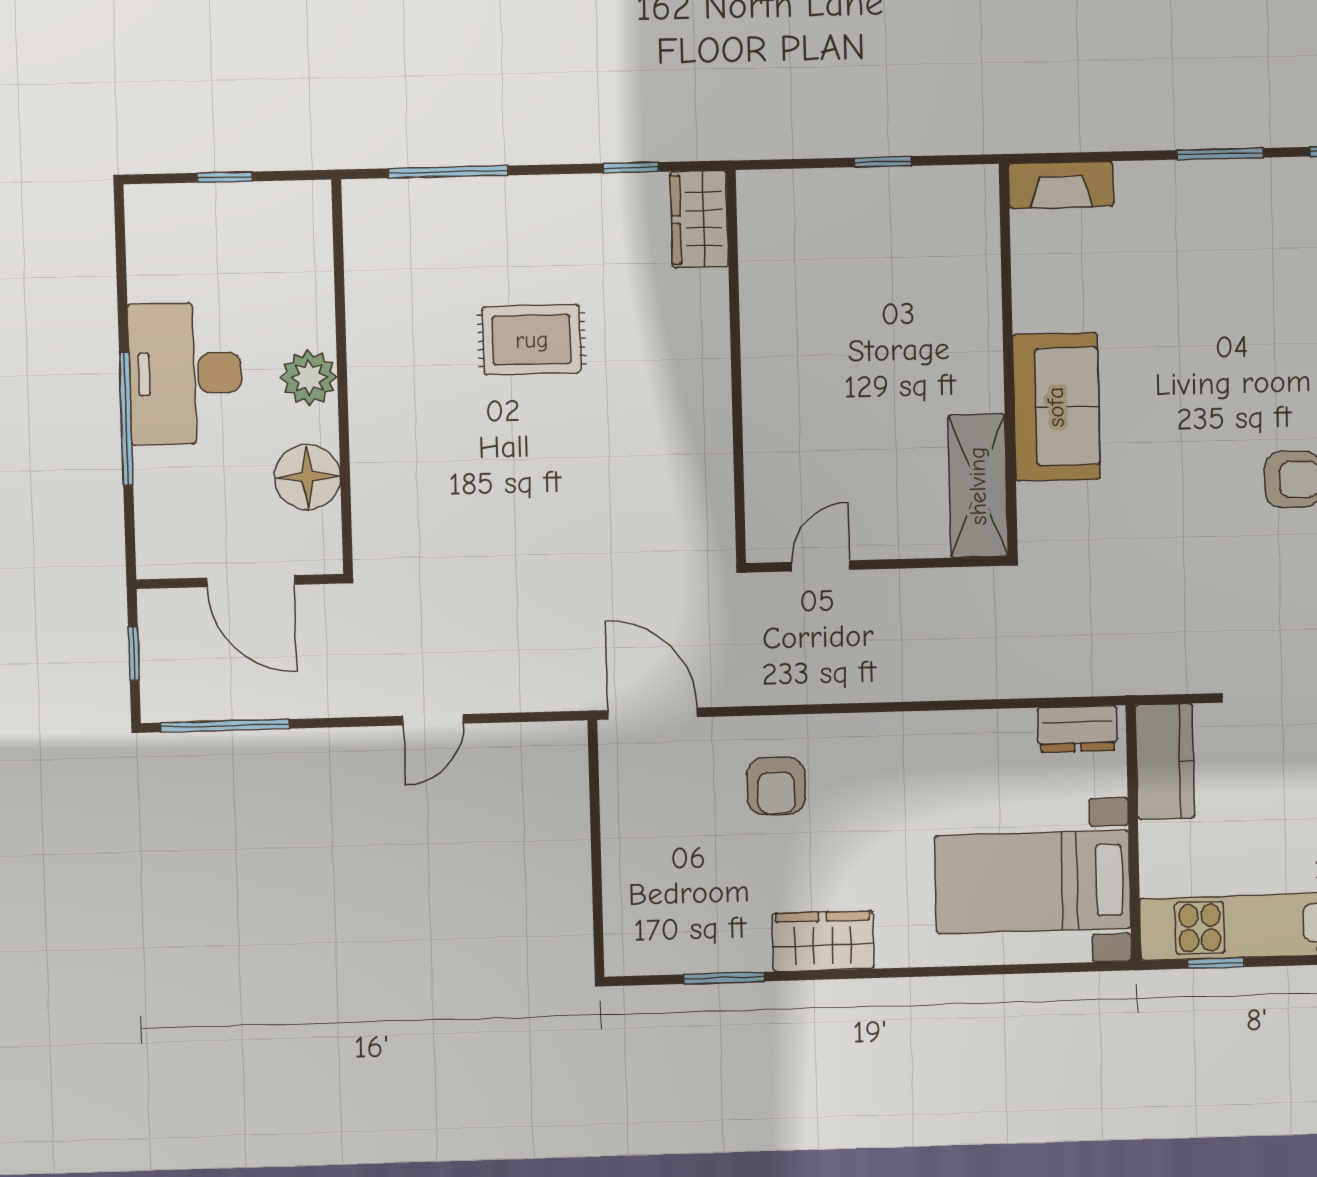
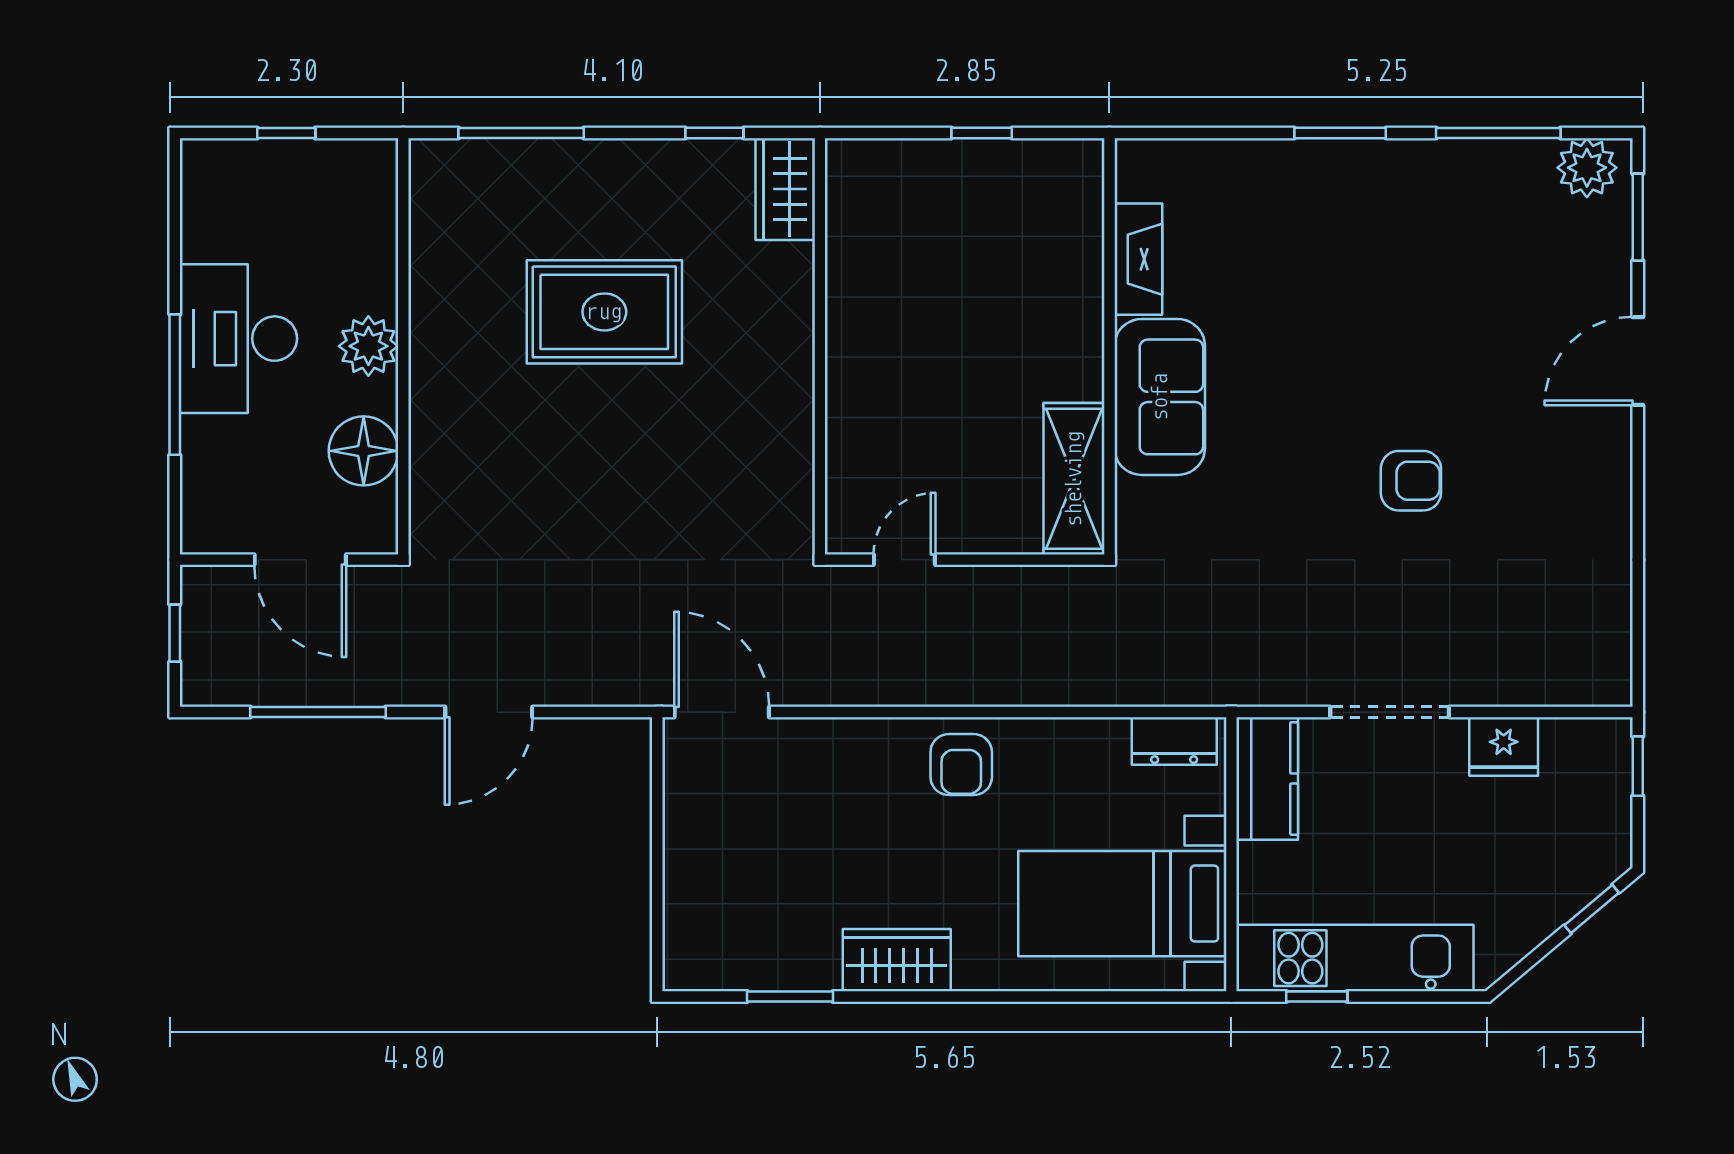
fireplace: (1061, 185) -> (1138, 259), moved, turned -90
rug: (532, 340) -> (604, 312), width x1.36, depth x1.43
door: (433, 720) -> (489, 712), width x1.38
window: (225, 726) -> (318, 712), moved
armchair: (776, 786) -> (961, 765), moved

